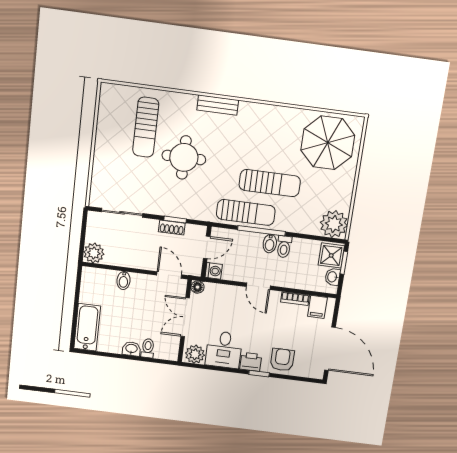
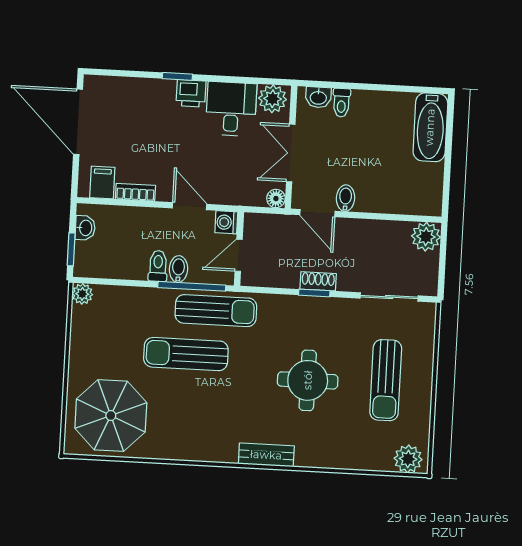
plant: (114, 94) -> (408, 459), added
sun lounger: (146, 127) -> (386, 380), moved, turned 180
sun lounger: (246, 212) -> (216, 311), turned 180
plant: (334, 224) -> (82, 294), width x0.53, depth x0.53
door: (207, 247) -> (239, 255), moved
wall: (206, 252) -> (239, 249), moved
shower: (331, 255) -> (90, 259), removed
washing machine: (214, 271) -> (226, 222), moved
bidet: (124, 280) -> (346, 198), moved
double door: (185, 317) -> (291, 153), swing flipped
washbasin: (131, 349) -> (318, 97), moved
armchair: (282, 360) -> (145, 100), removed

